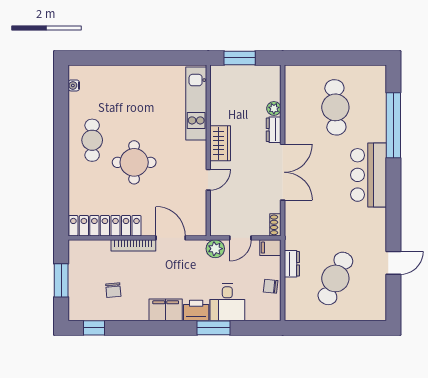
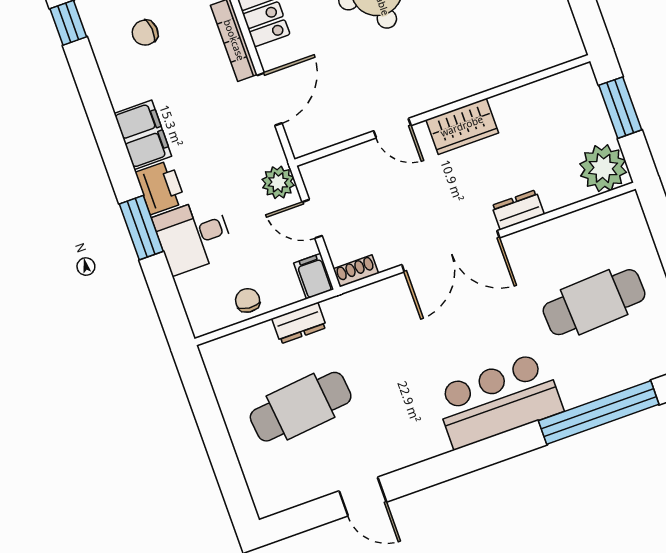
kitchen unit: (196, 104) -> (516, 61), removed
plant: (274, 108) -> (603, 168), moved, width x1.87, depth x1.87
cafe table: (335, 278) -> (301, 407), turned -30

